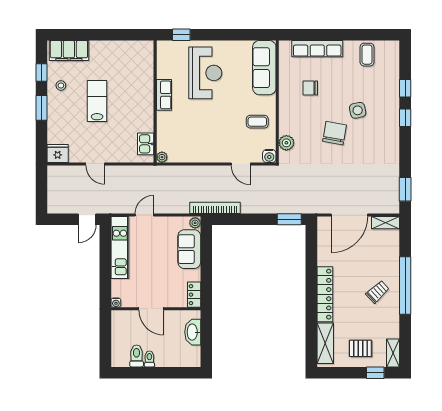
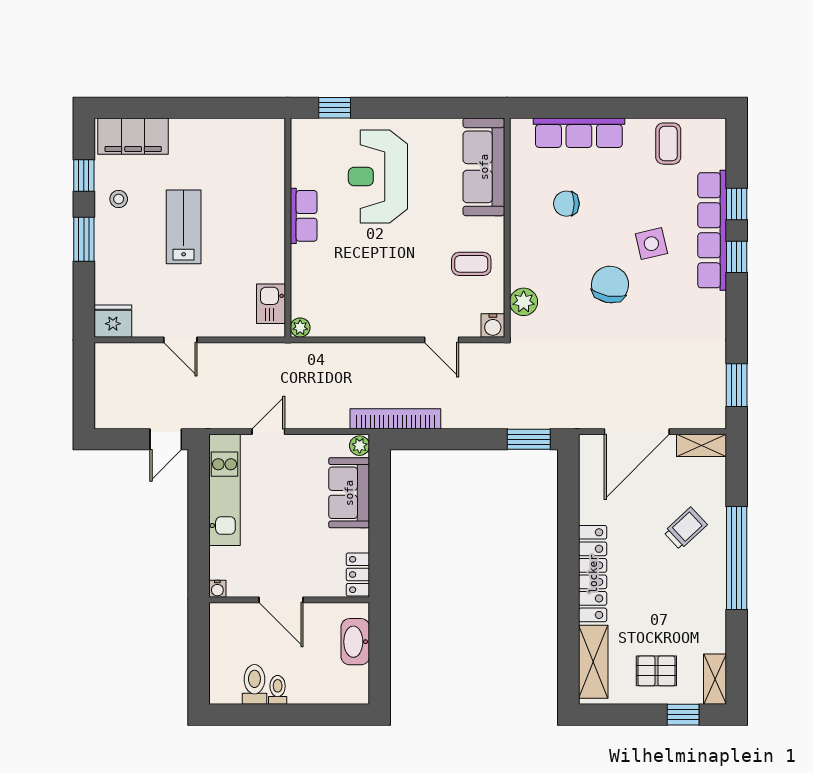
reception desk: (205, 73) -> (378, 177), turned 180
row of seats: (391, 103) -> (712, 230), added
trolley: (378, 292) -> (685, 528), moved

